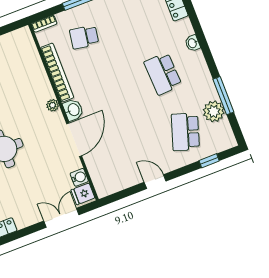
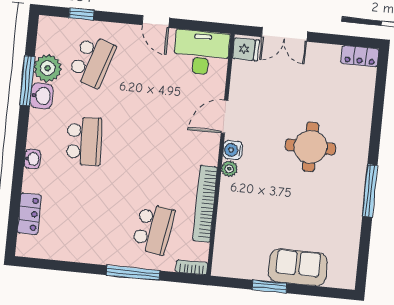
school desk: (84, 37) -> (153, 229), width x1.85
washbasin: (73, 110) -> (42, 96), moved, turned 180
door: (74, 140) -> (224, 117), width x0.73
desk: (113, 176) -> (201, 53), added
water cooler: (79, 177) -> (233, 150), moved

